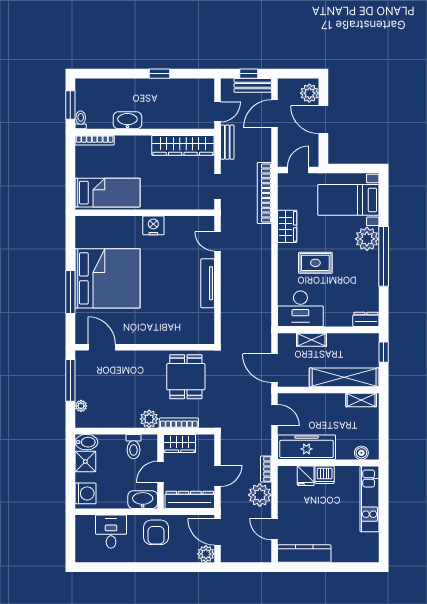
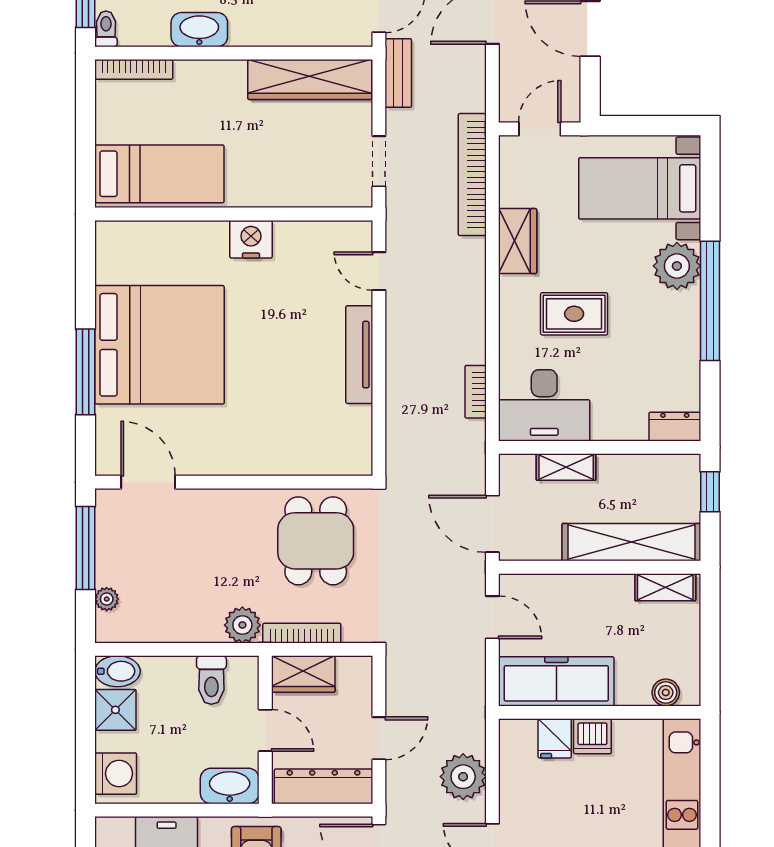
bookcase: (266, 469) -> (476, 392), moved
door: (161, 472) -> (265, 730), swing flipped

